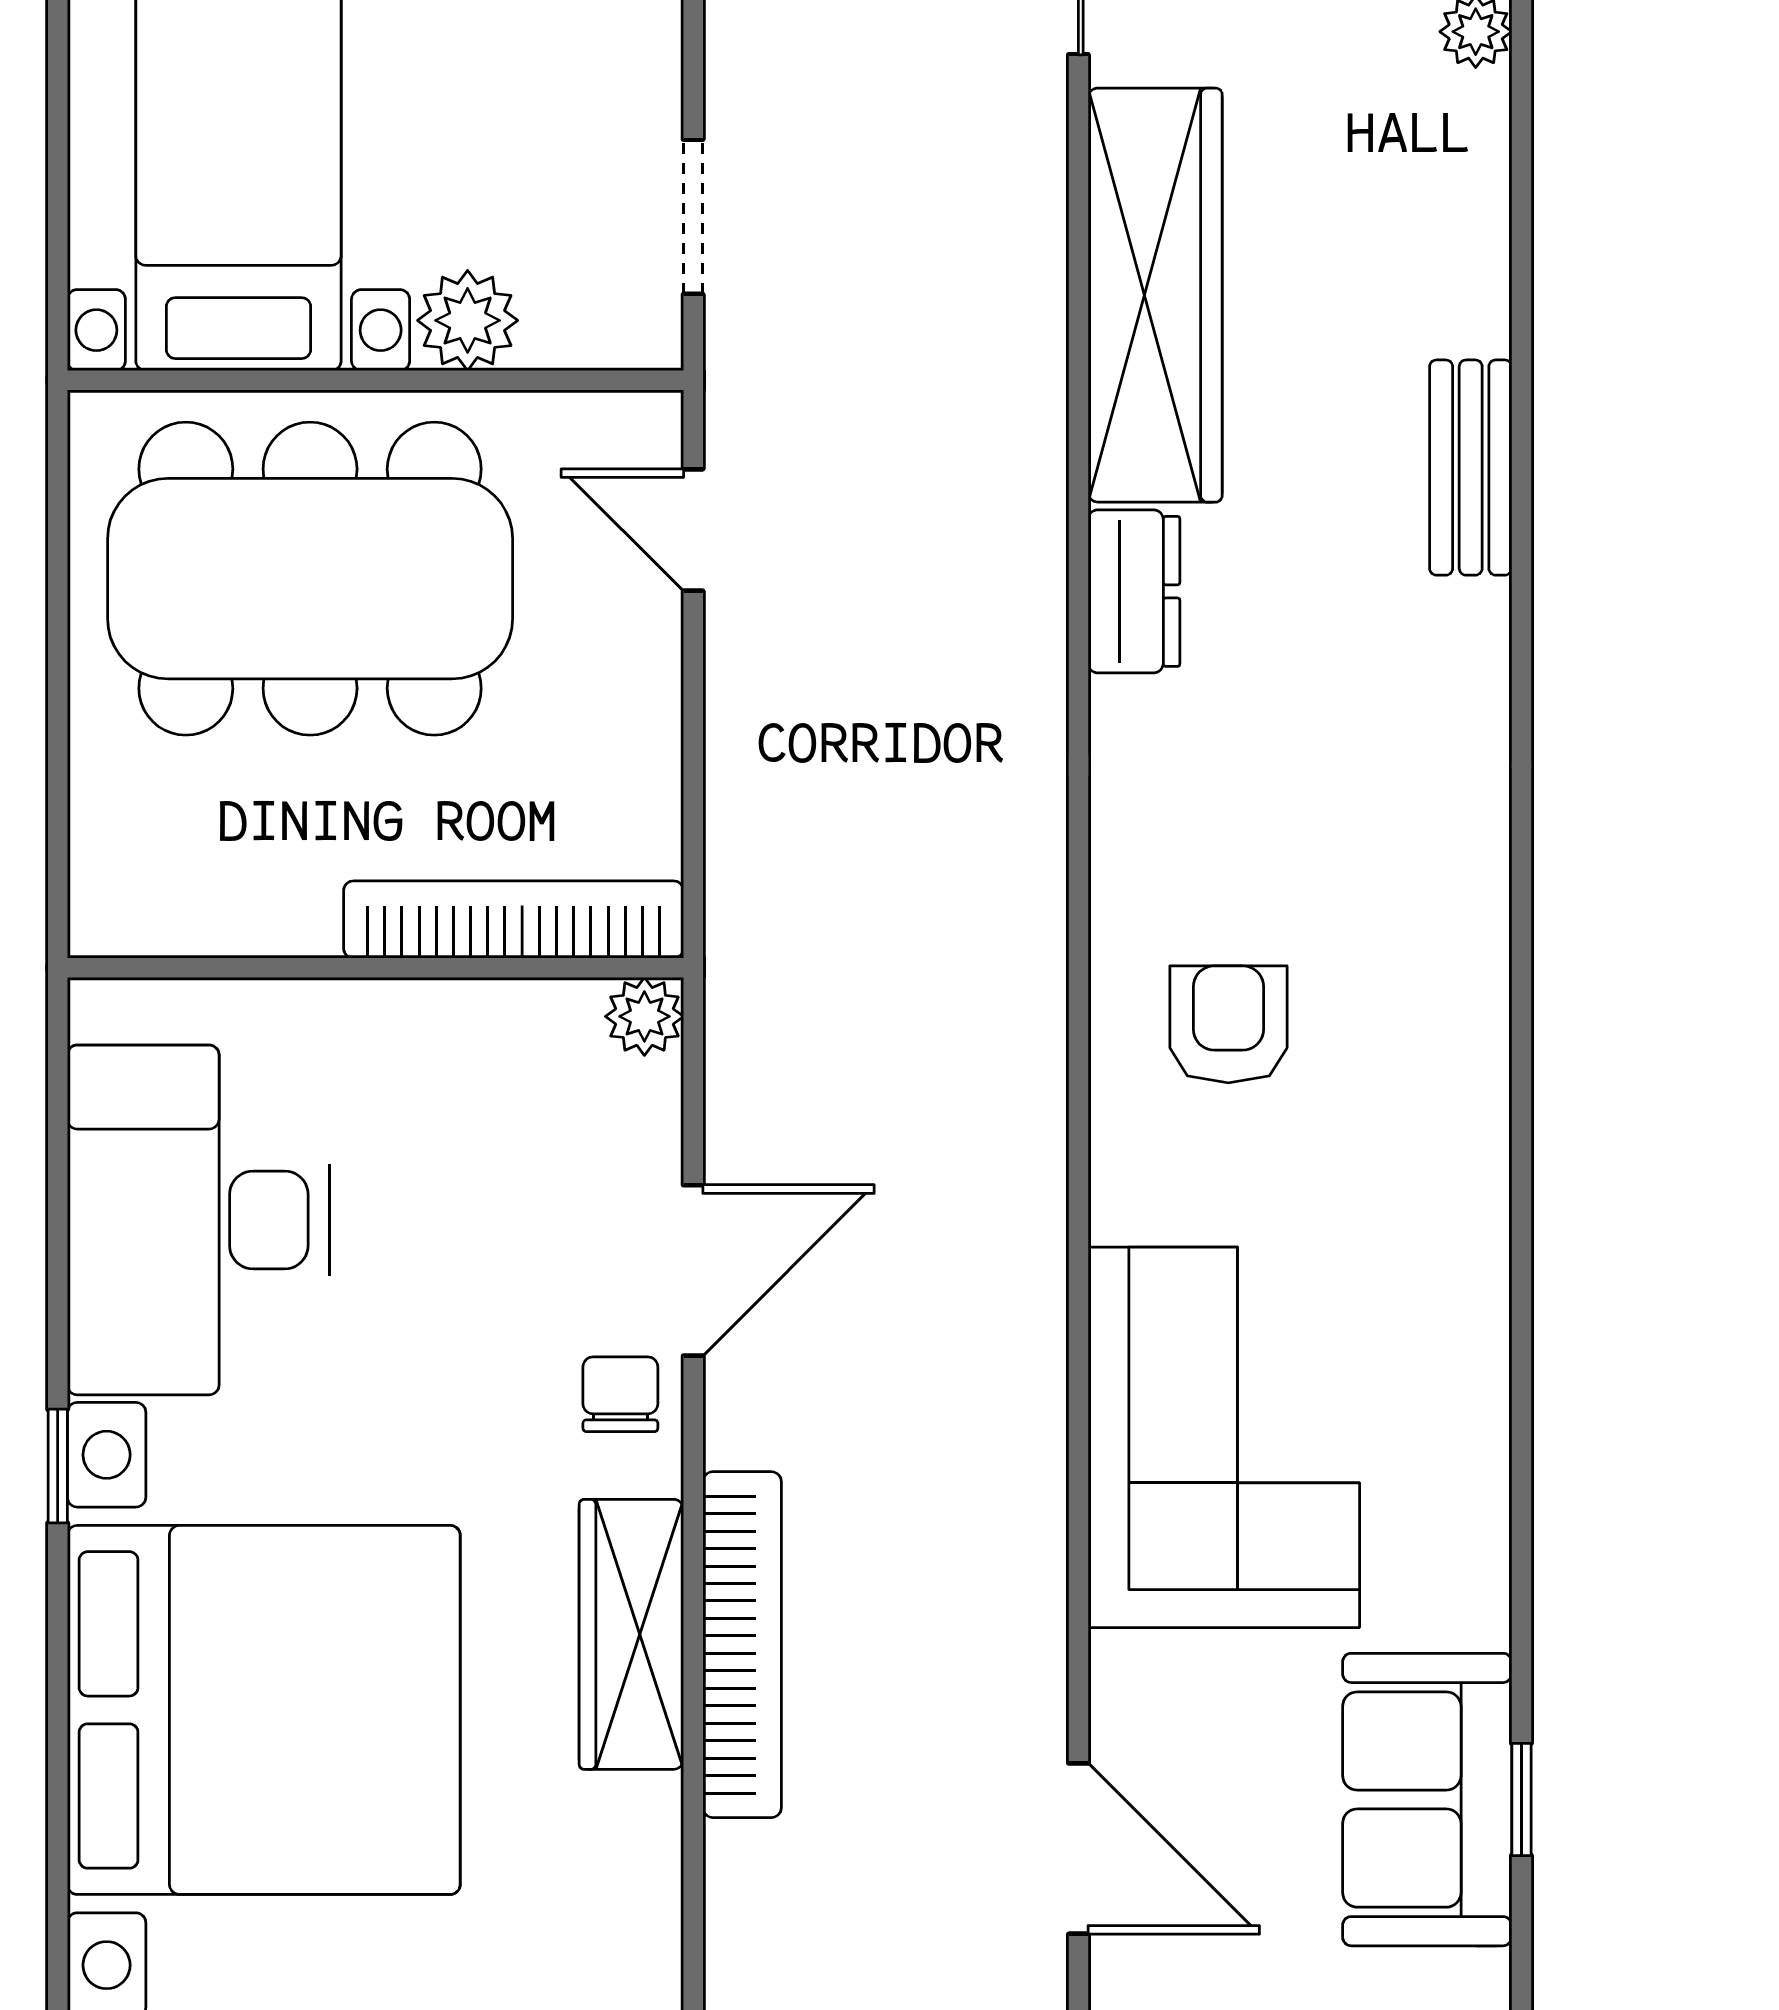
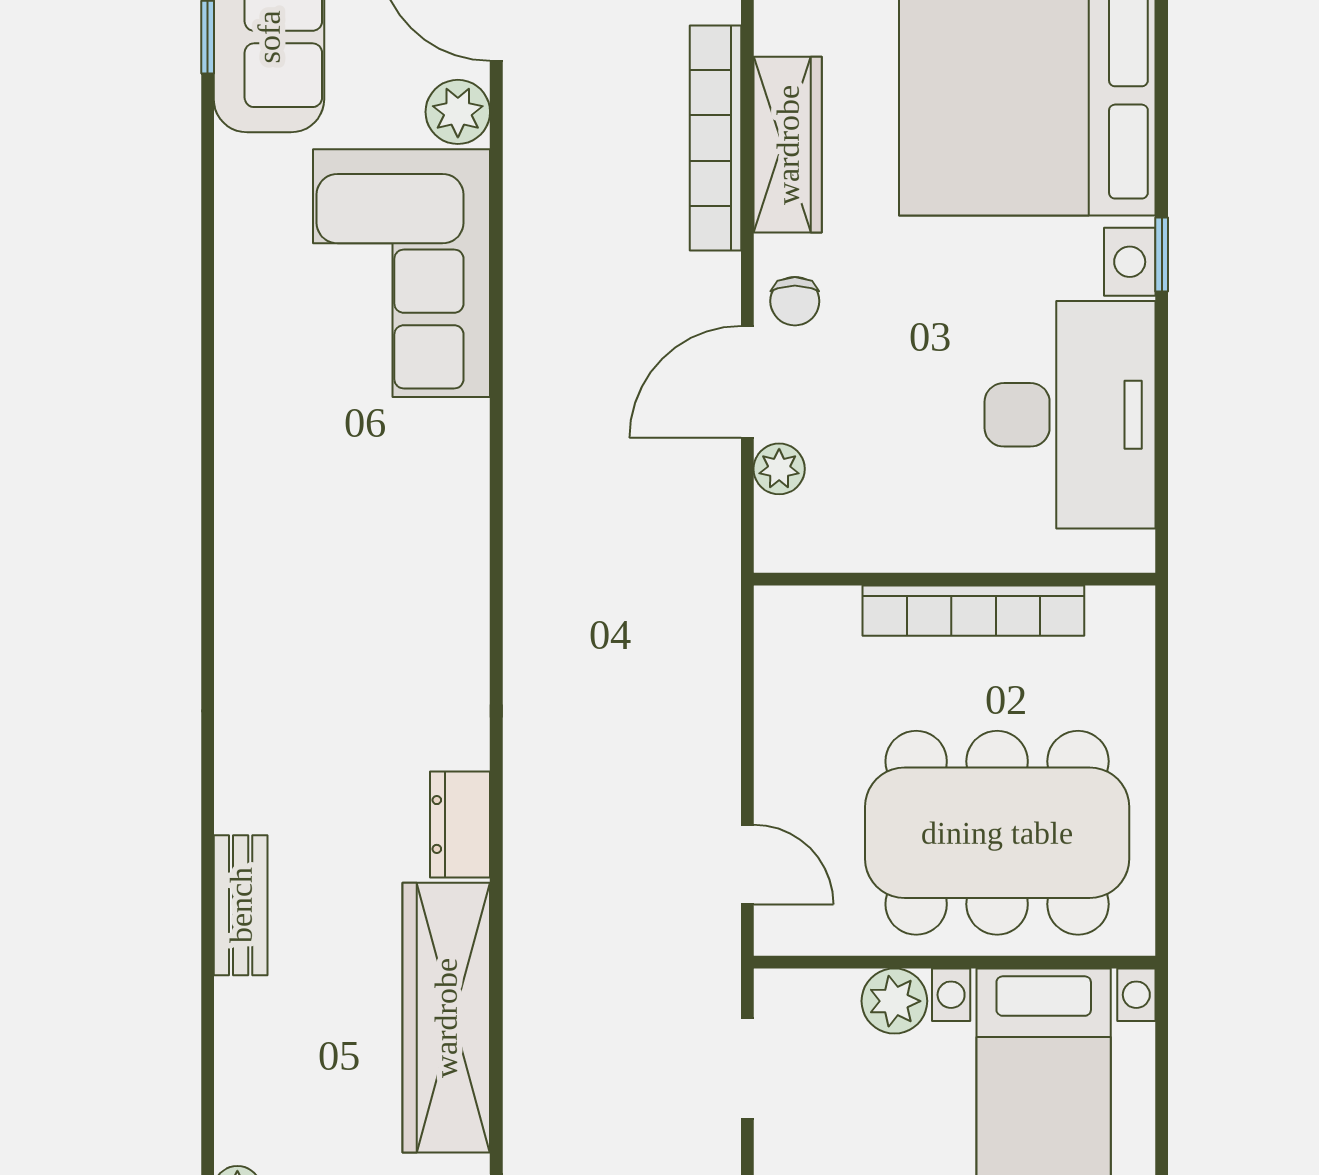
bookcase: (514, 919) -> (973, 611), moved
plant: (644, 1016) -> (779, 469), moved
armchair: (1228, 1024) -> (398, 542), removed
plant: (1137, 1685) -> (458, 112), added

